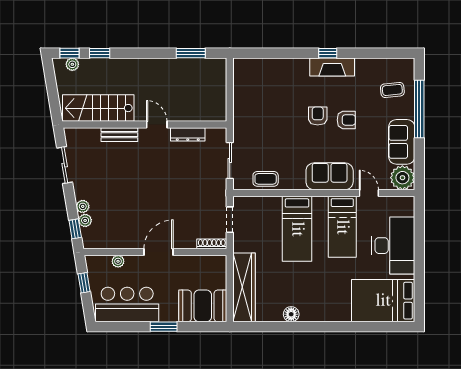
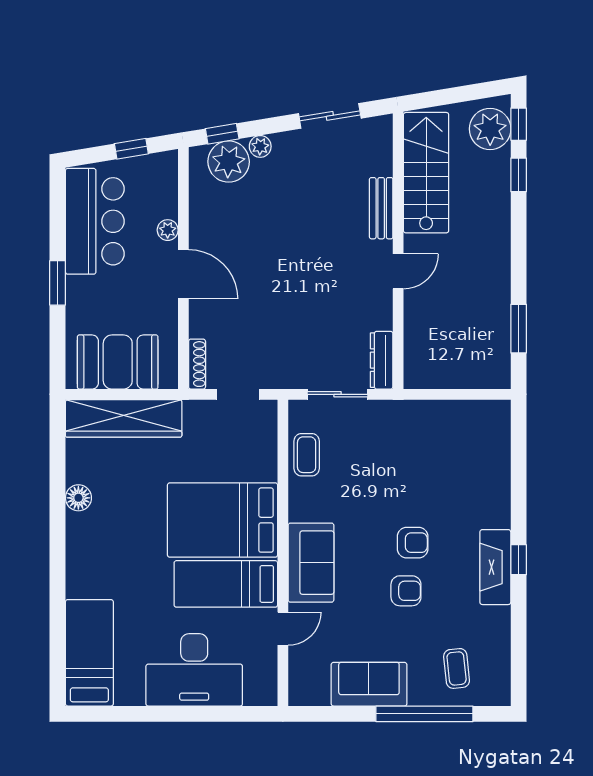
plant: (72, 64) -> (490, 129), width x1.87, depth x1.87
armchair: (346, 120) -> (406, 591), turned -90
dresser: (188, 134) -> (382, 360), moved
plant: (402, 178) -> (309, 686), removed
plant: (85, 220) -> (229, 162), width x1.88, depth x1.88
bed: (297, 229) -> (223, 520), width x1.50
plant: (118, 261) -> (168, 230), moved
bed: (383, 301) -> (89, 653), width x0.67
booth: (203, 306) -> (118, 362), moved, turned 90

